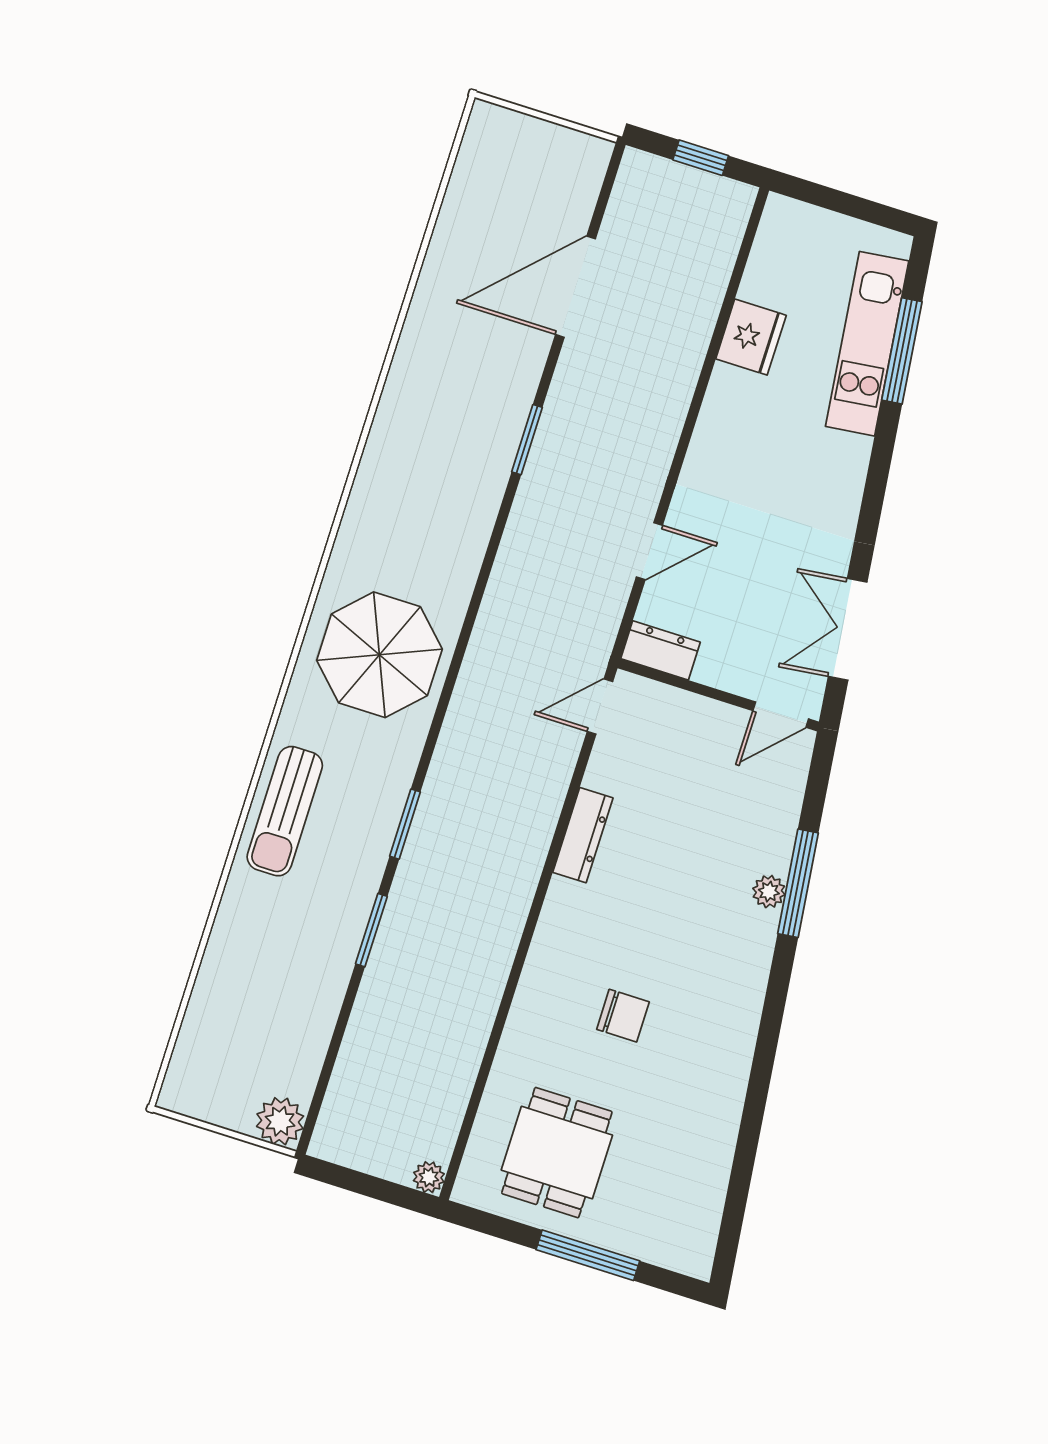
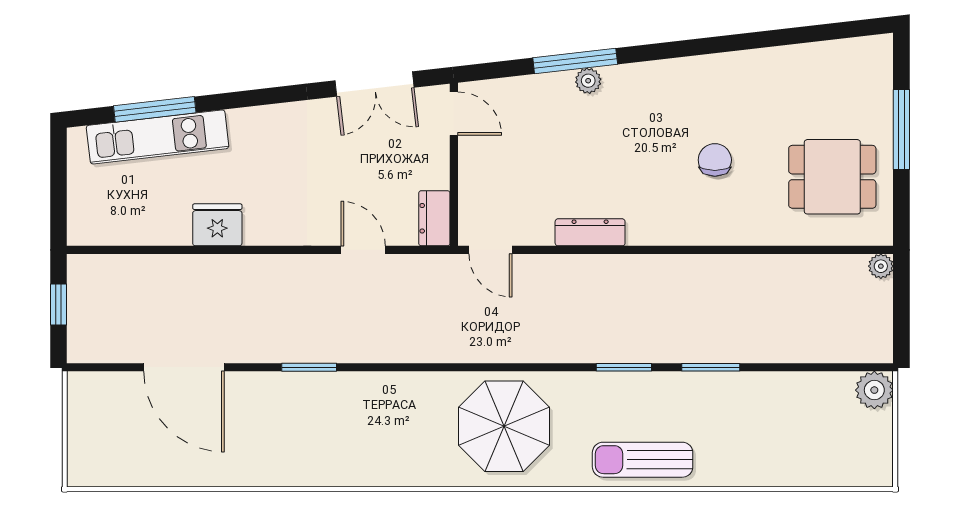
fridge: (751, 337) -> (217, 225), moved
sun lounger: (285, 811) -> (643, 460), turned 180

